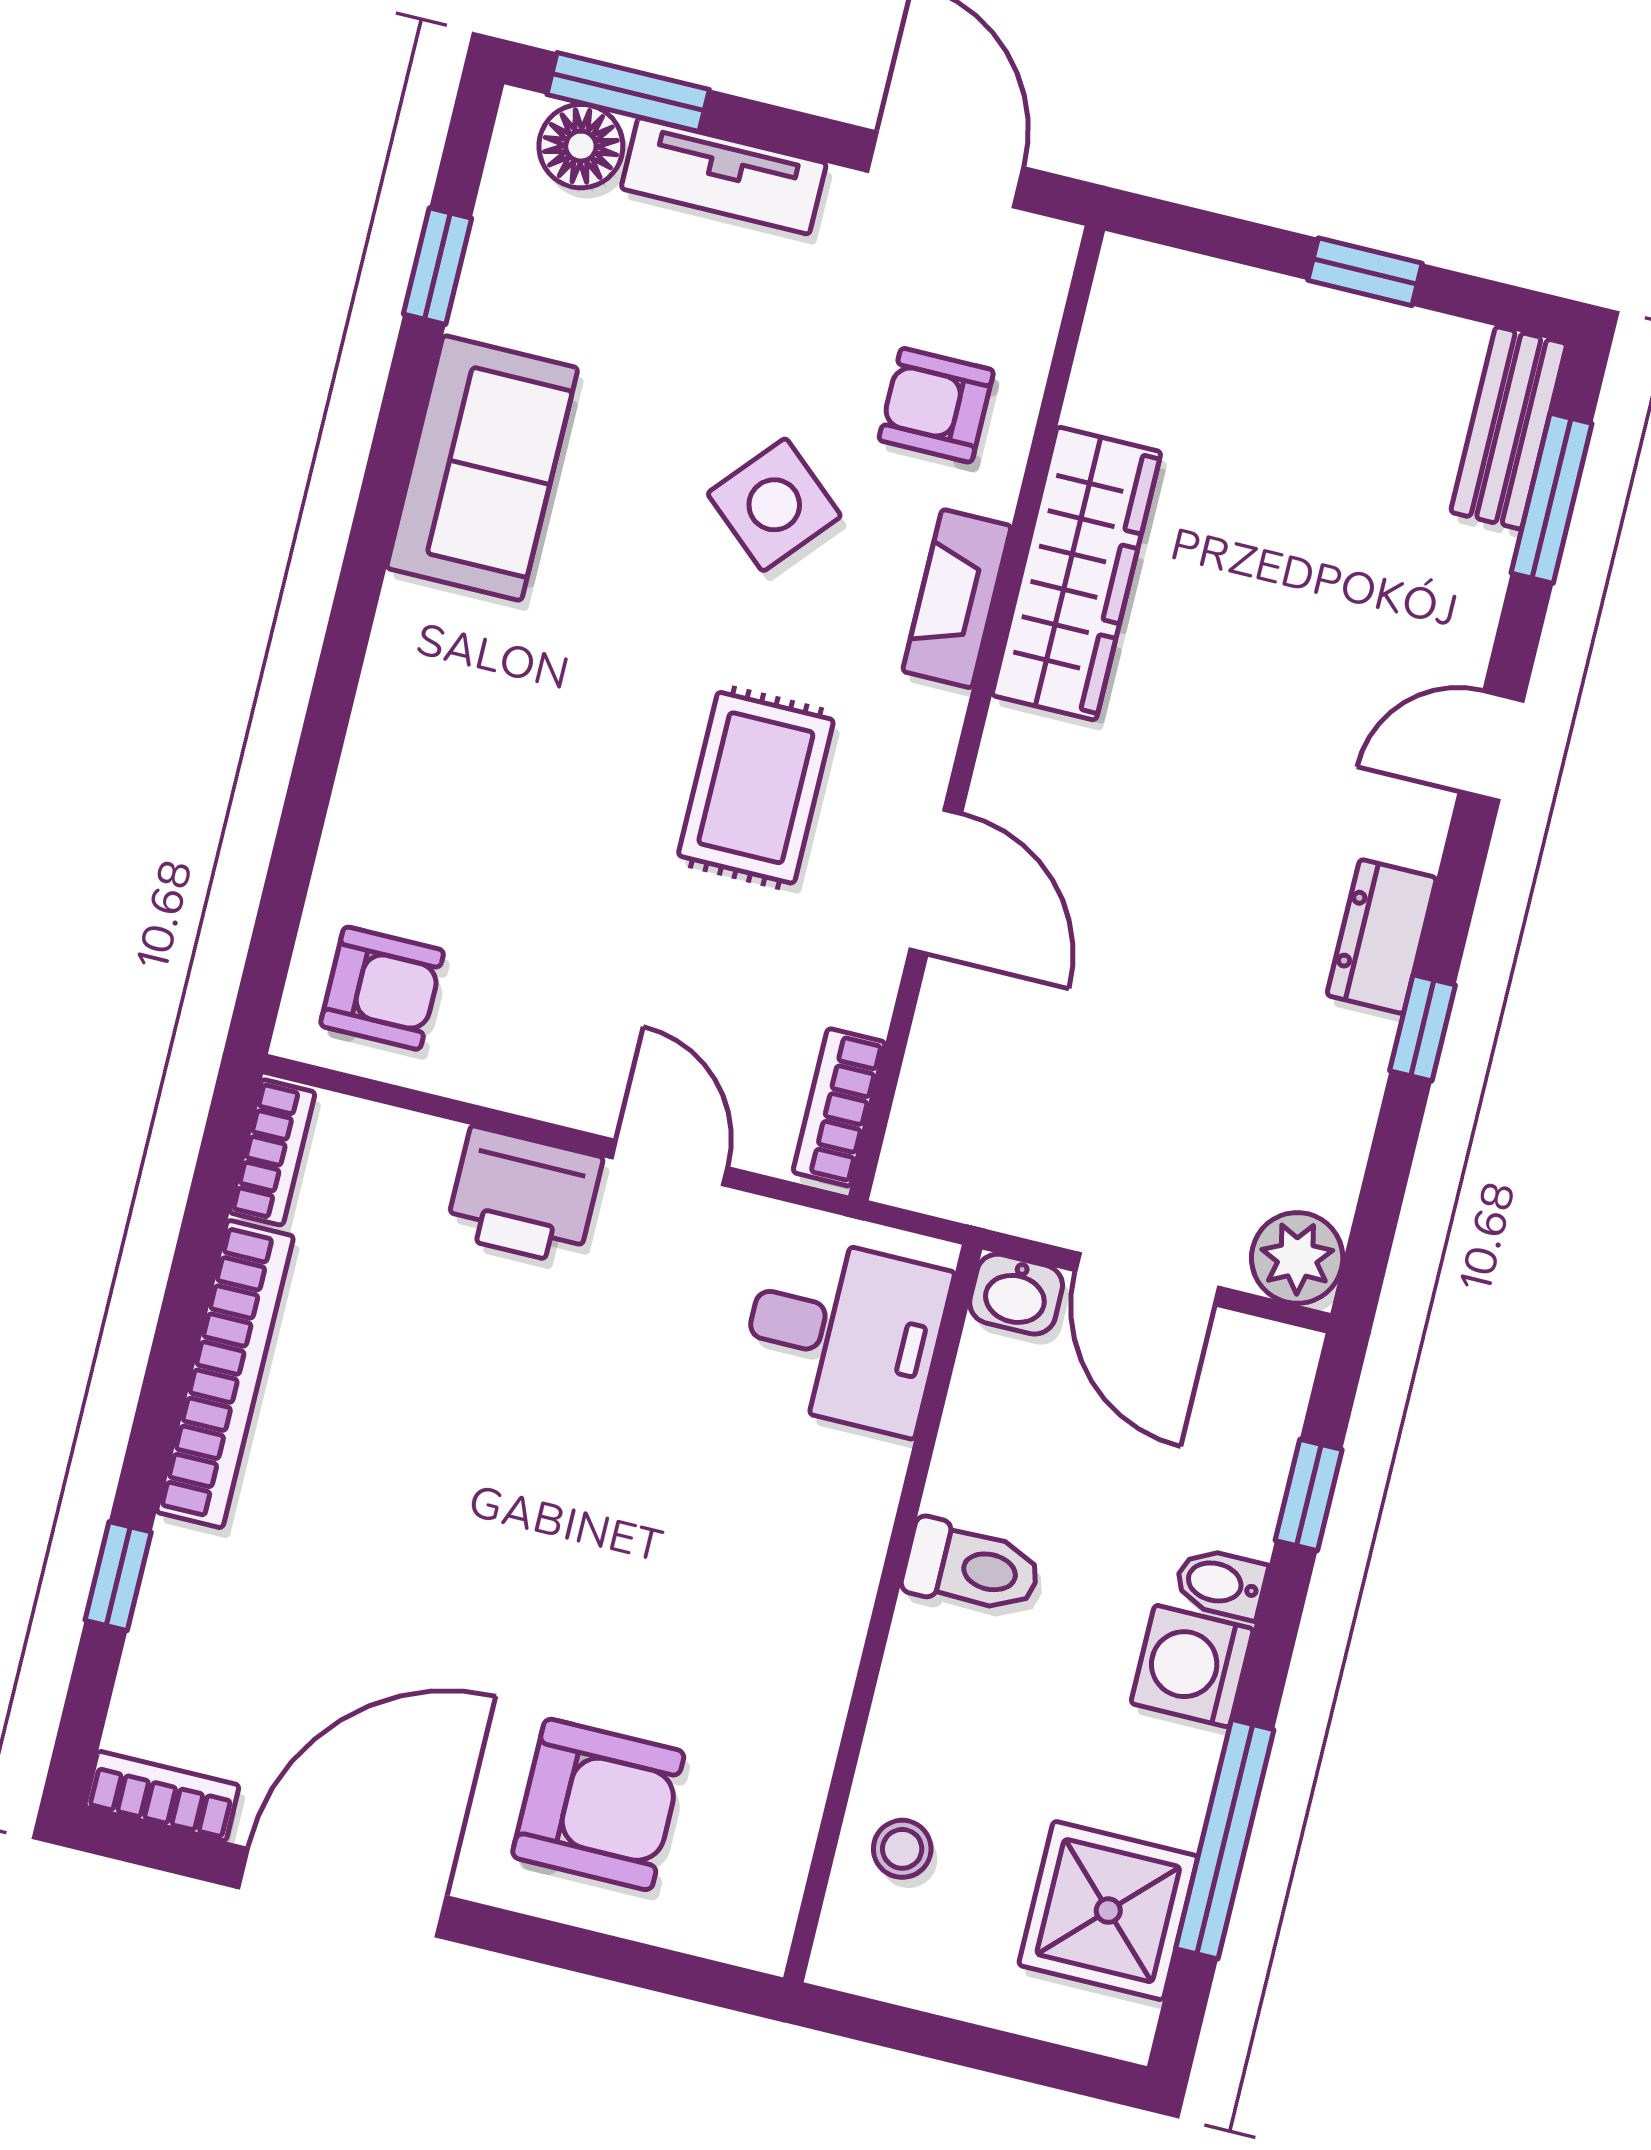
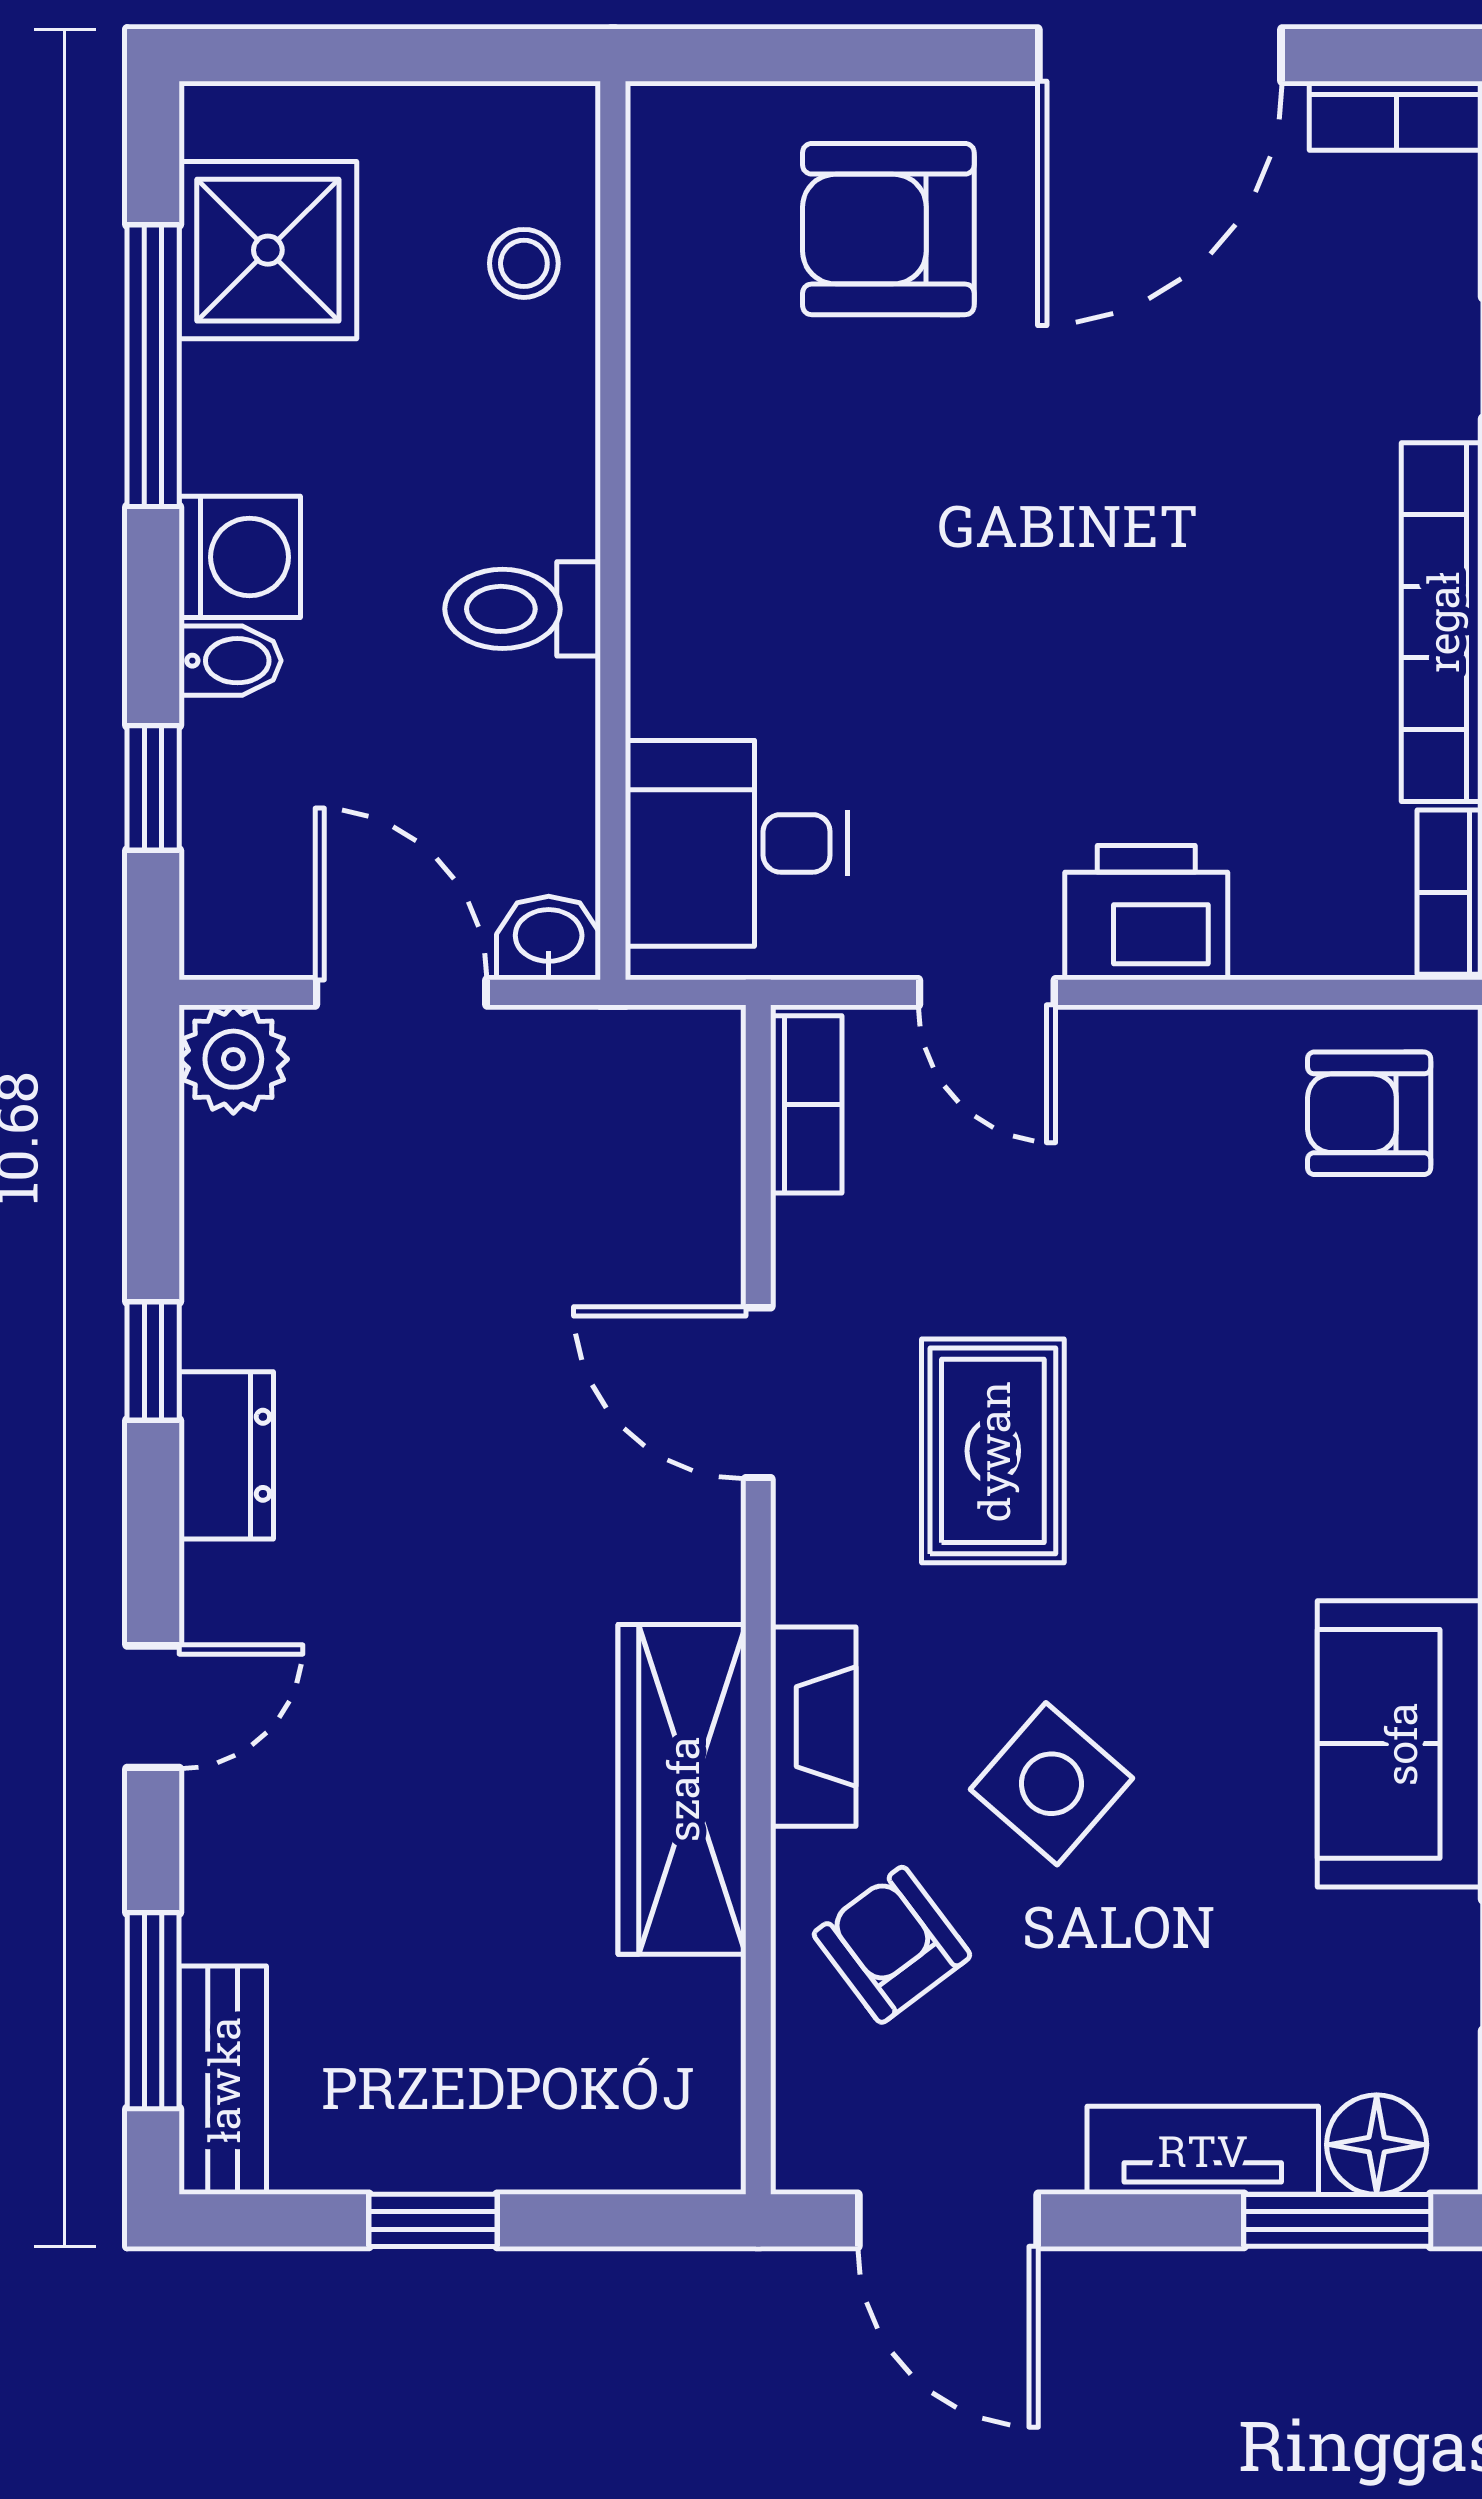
armchair: (936, 405) -> (892, 1945), turned -127

